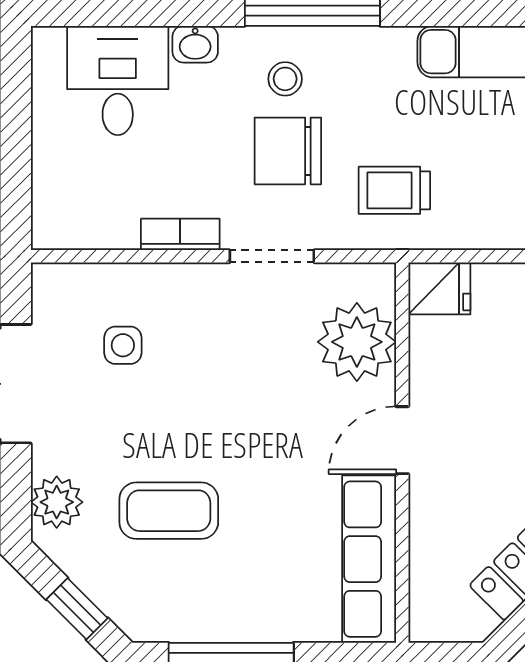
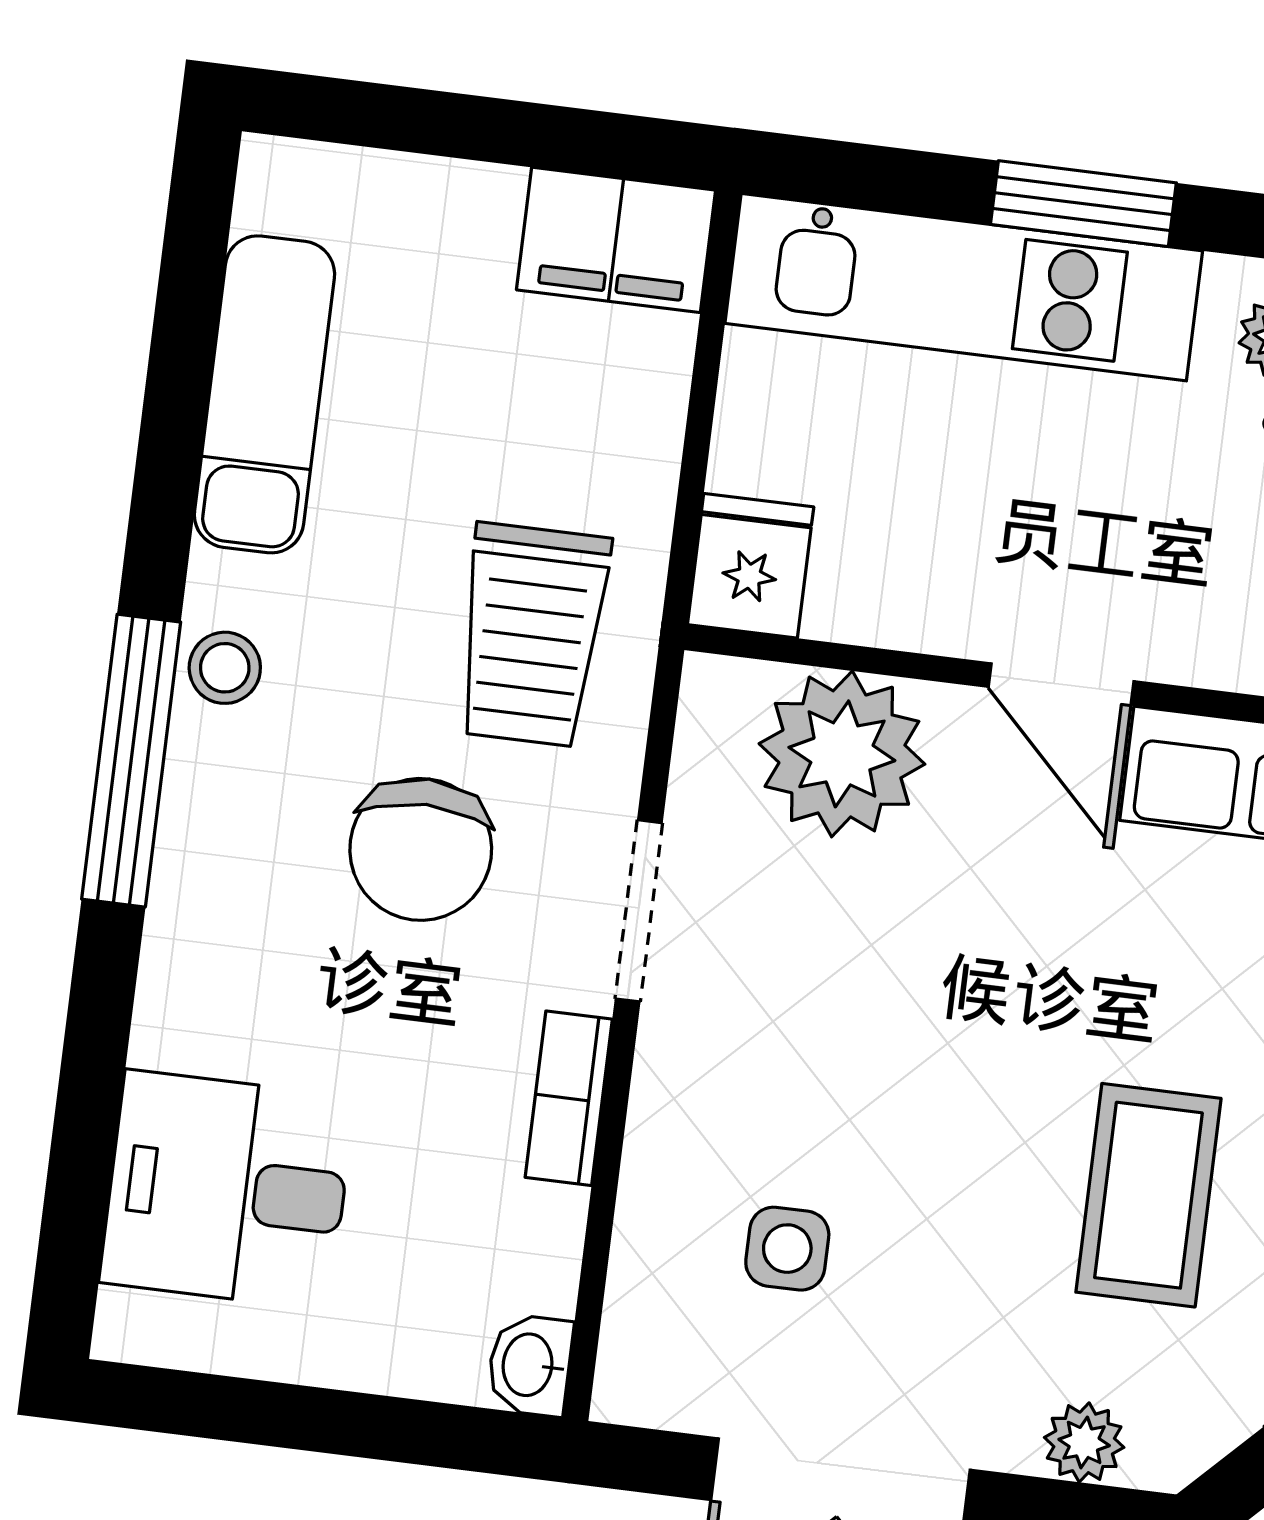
washbasin: (195, 44) -> (530, 1365), moved, turned 180
stool: (285, 79) -> (225, 668), moved
trolley: (394, 190) -> (532, 635), width x1.36, depth x1.39
plant: (57, 502) -> (1084, 1442), width x0.73, depth x0.73

